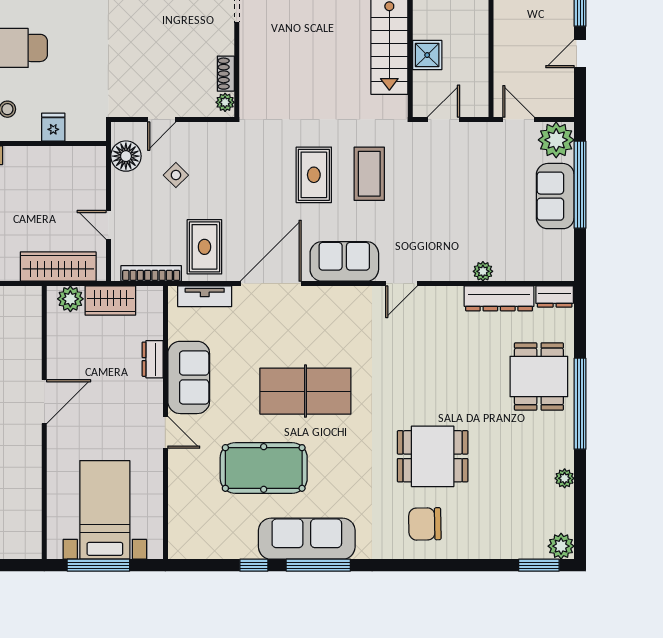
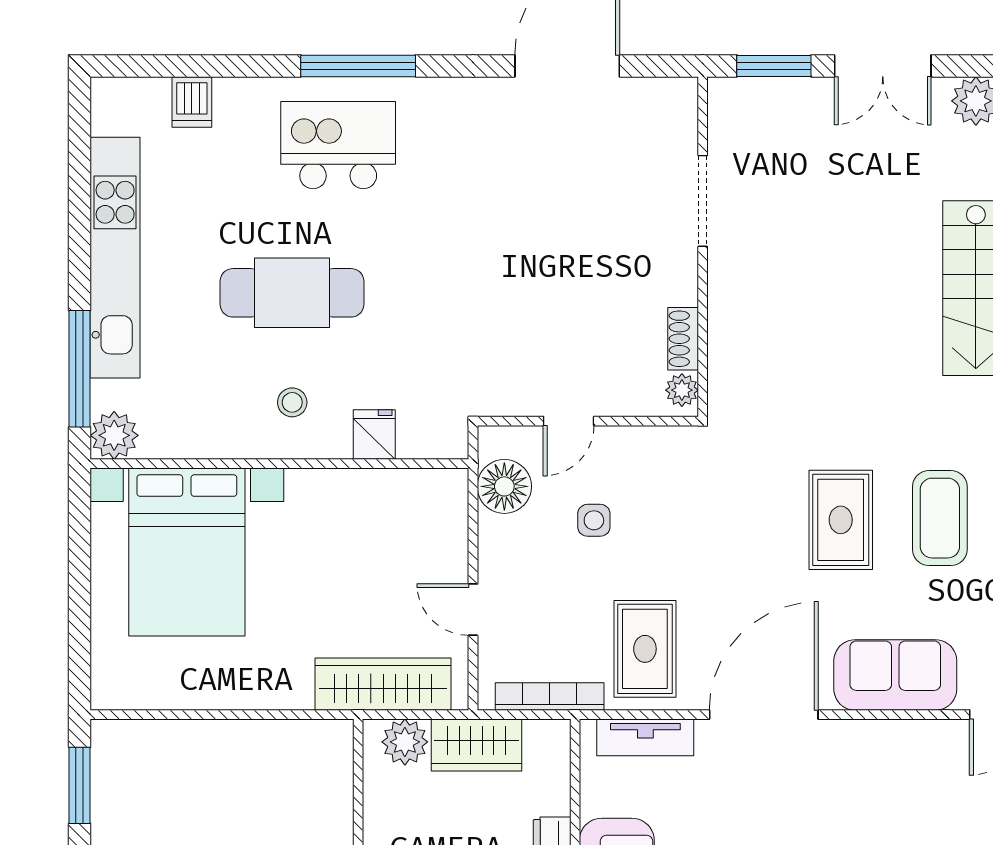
side table: (176, 175) -> (594, 520), turned 45

